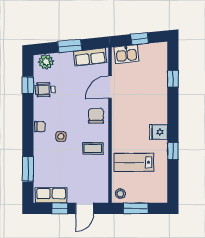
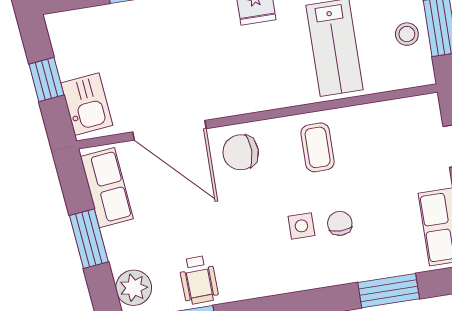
door: (110, 87) -> (169, 130), width x1.36
chair: (40, 127) -> (340, 223), moved
stool: (120, 194) -> (407, 34), moved

